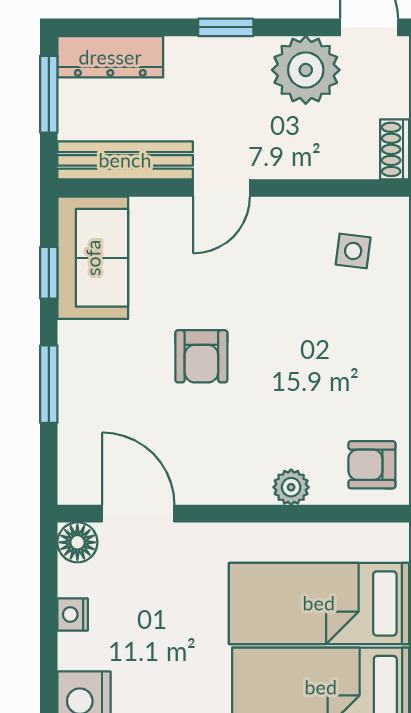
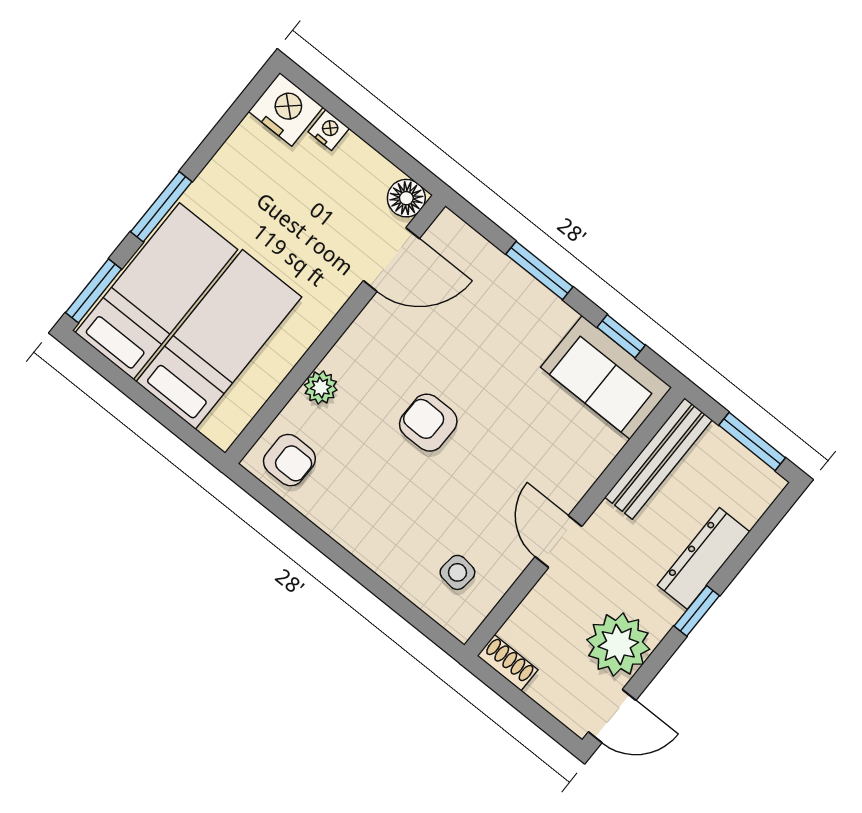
dresser: (110, 57) -> (703, 558), moved
door: (222, 188) -> (558, 541), moved
armchair: (201, 356) -> (428, 423), moved
armchair: (372, 465) -> (289, 460), turned 90
nightstand: (73, 614) -> (329, 130), moved

